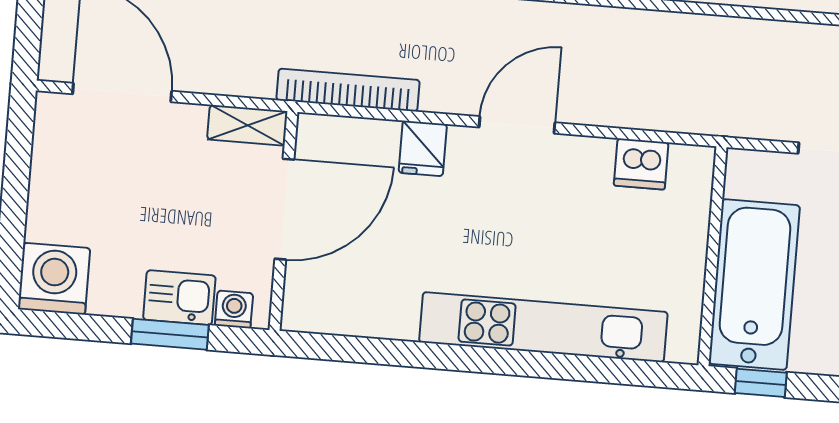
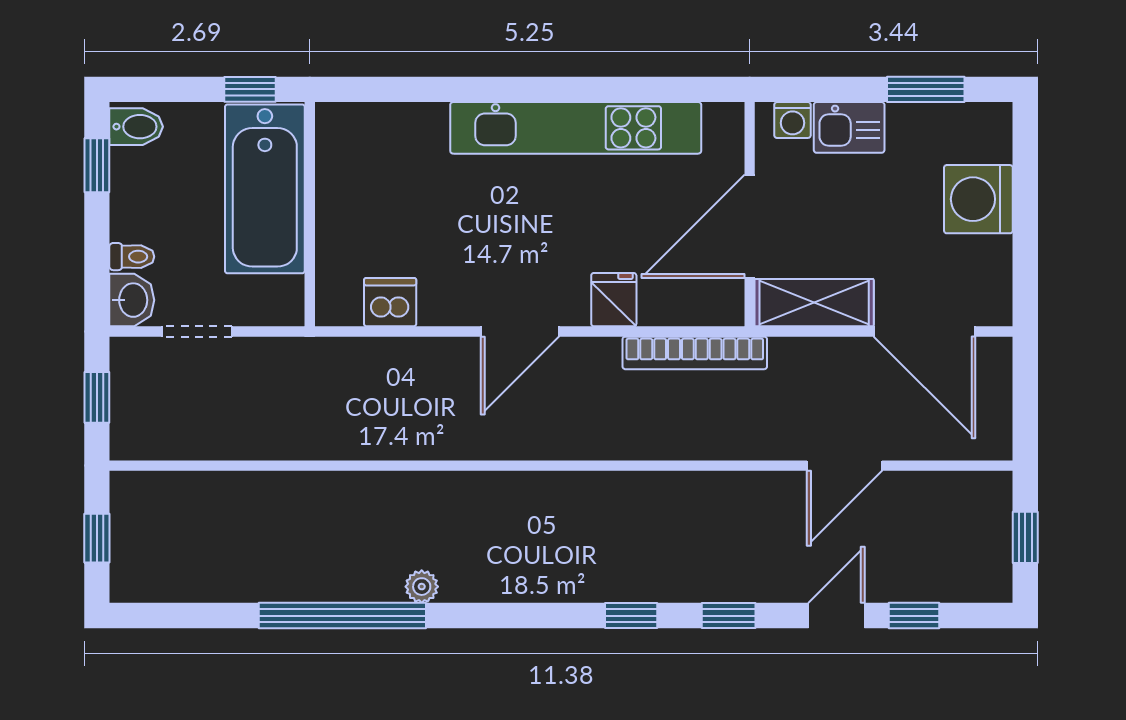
shelving: (247, 125) -> (814, 303), width x1.50, depth x1.33
washing machine: (54, 279) -> (978, 199), moved, turned 90
kitchen unit: (543, 327) -> (576, 128), moved
window: (170, 334) -> (926, 89), moved

